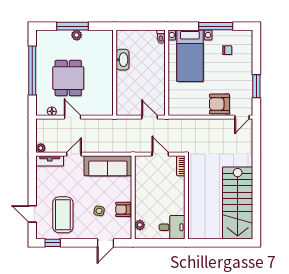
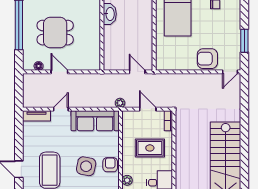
dining table: (68, 78) -> (55, 33), turned 90
plant: (41, 148) -> (120, 103), moved
rug: (162, 193) -> (150, 148), added
armchair: (123, 209) -> (110, 165), turned 90
side table: (99, 211) -> (86, 166), width x1.87, depth x1.87

